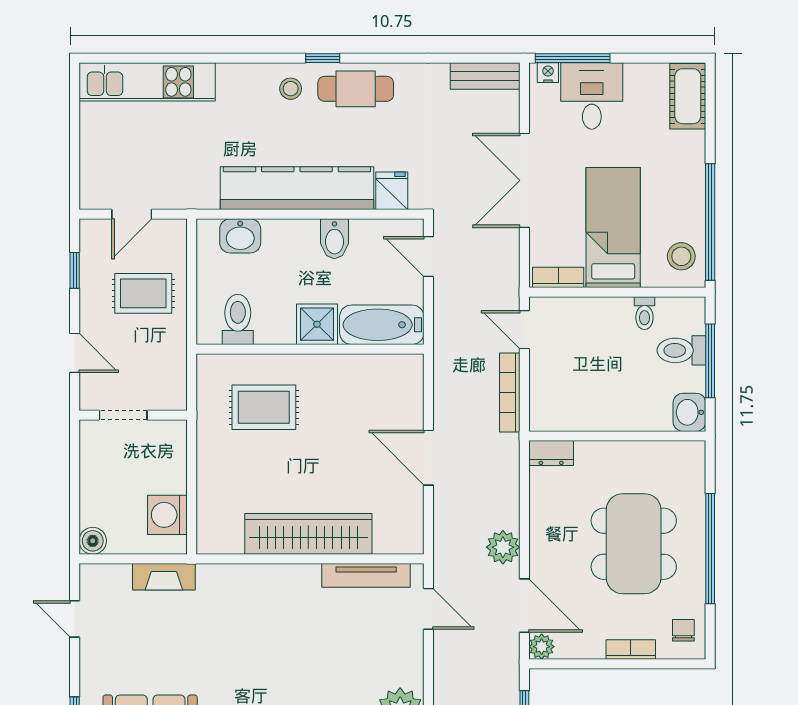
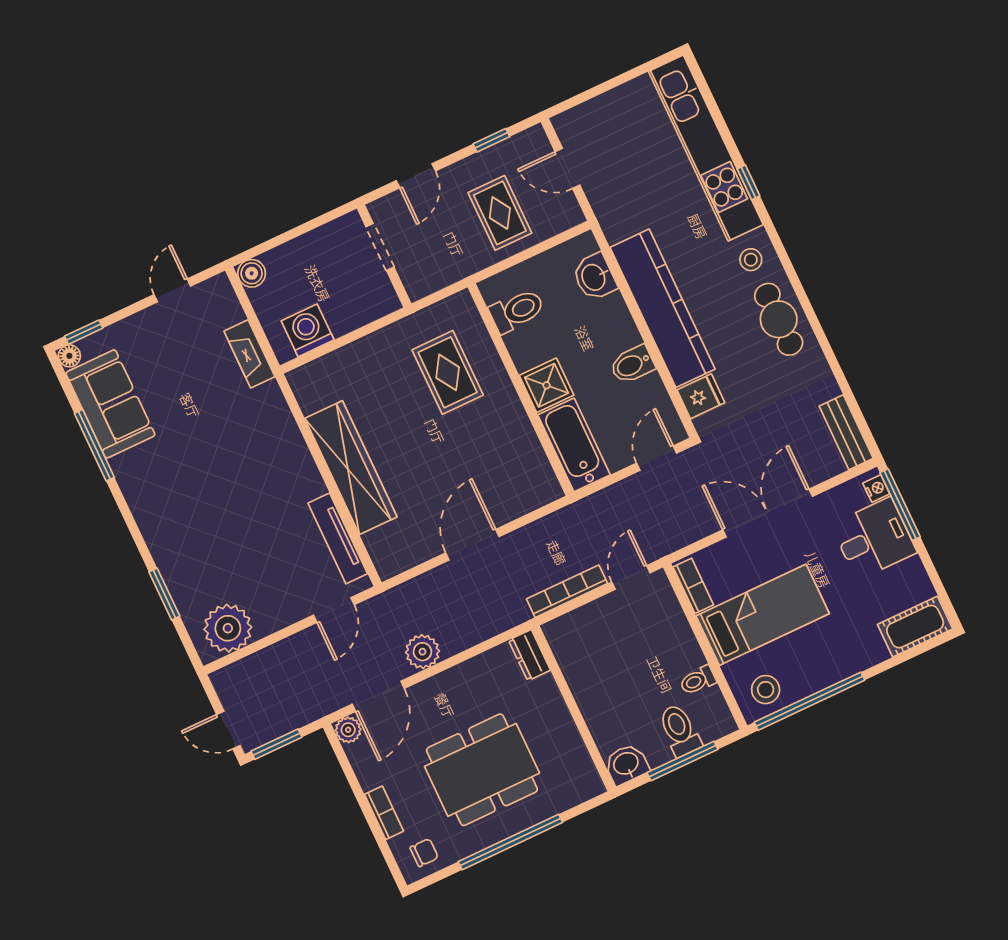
window: (323, 58) -> (748, 182), moved
kitchen unit: (147, 82) -> (706, 148), width x1.36

